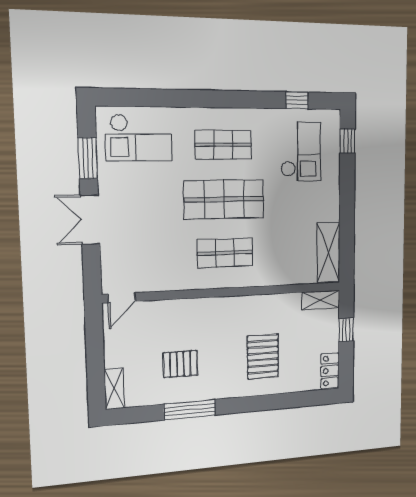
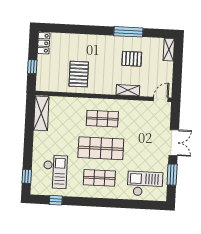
checkout: (301, 152) -> (55, 172), turned 180
shelving: (321, 300) -> (128, 90), moved
pallet: (263, 357) -> (79, 74), moved

